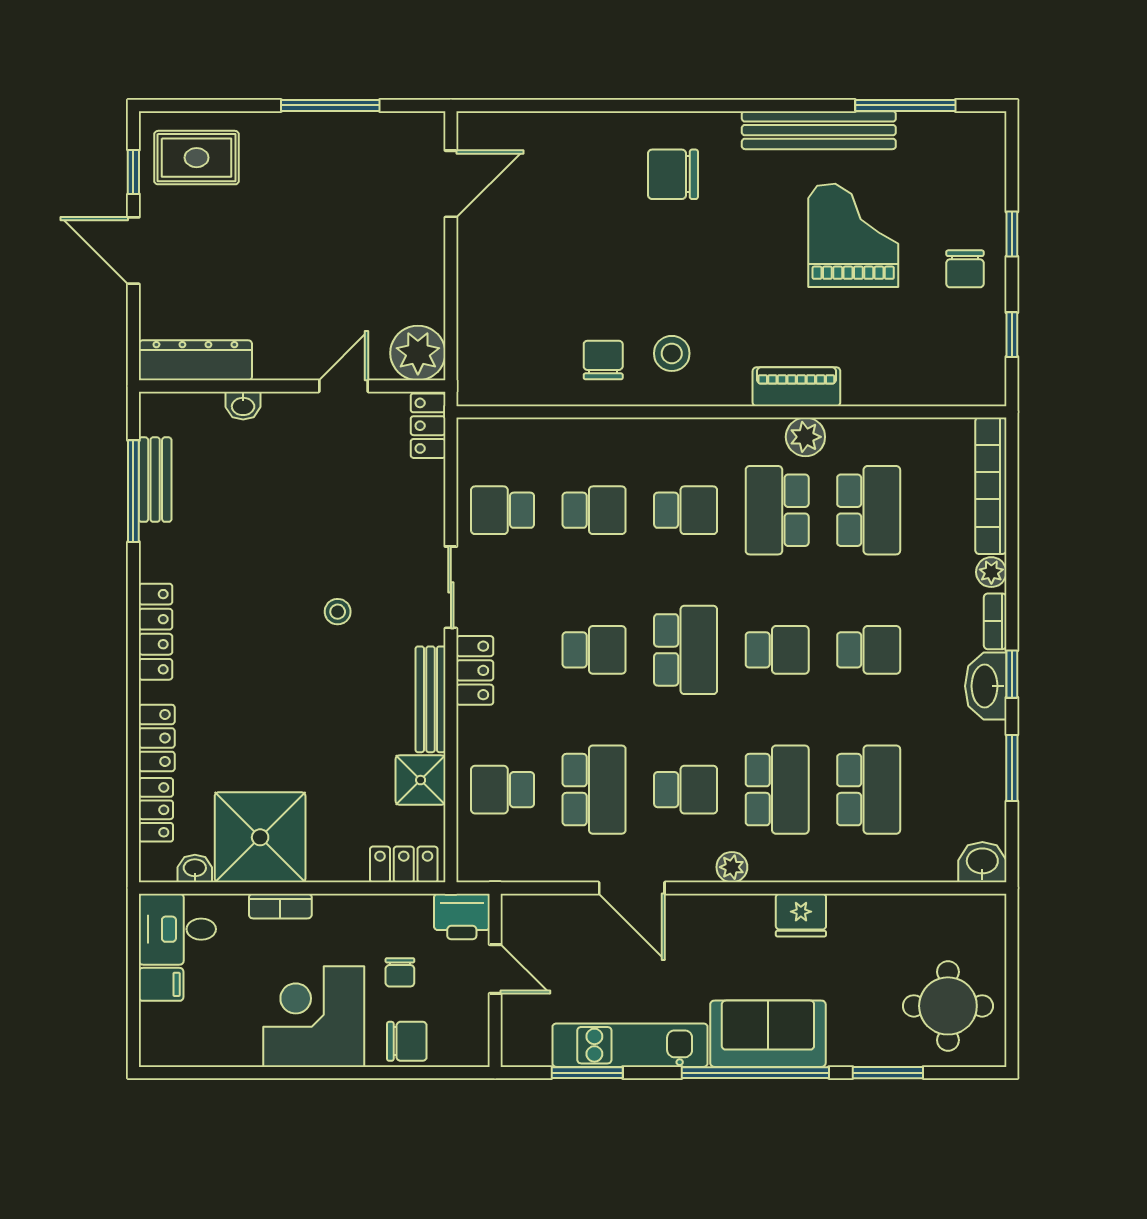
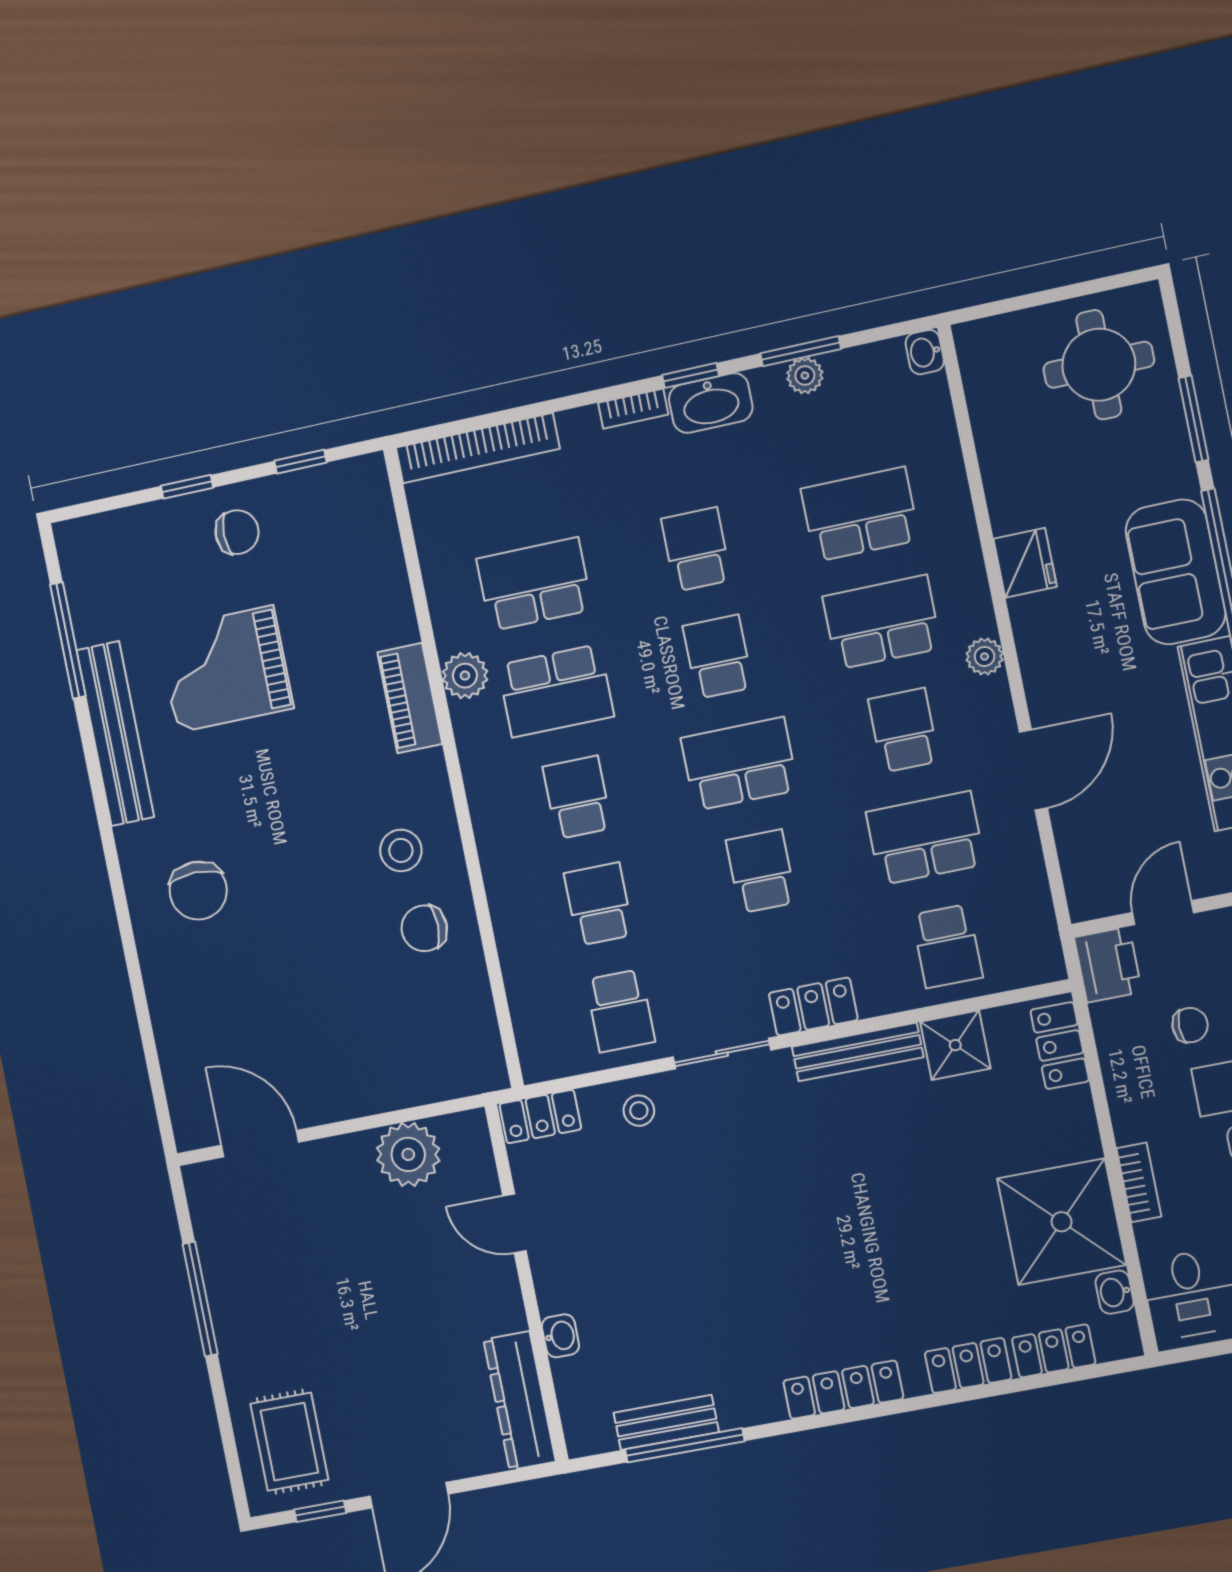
plant: (418, 353) -> (408, 1154), moved
plant: (991, 572) -> (805, 376), moved
stool: (338, 612) -> (639, 1111), moved
washbasin: (982, 862) -> (925, 352), width x0.72, depth x0.69

